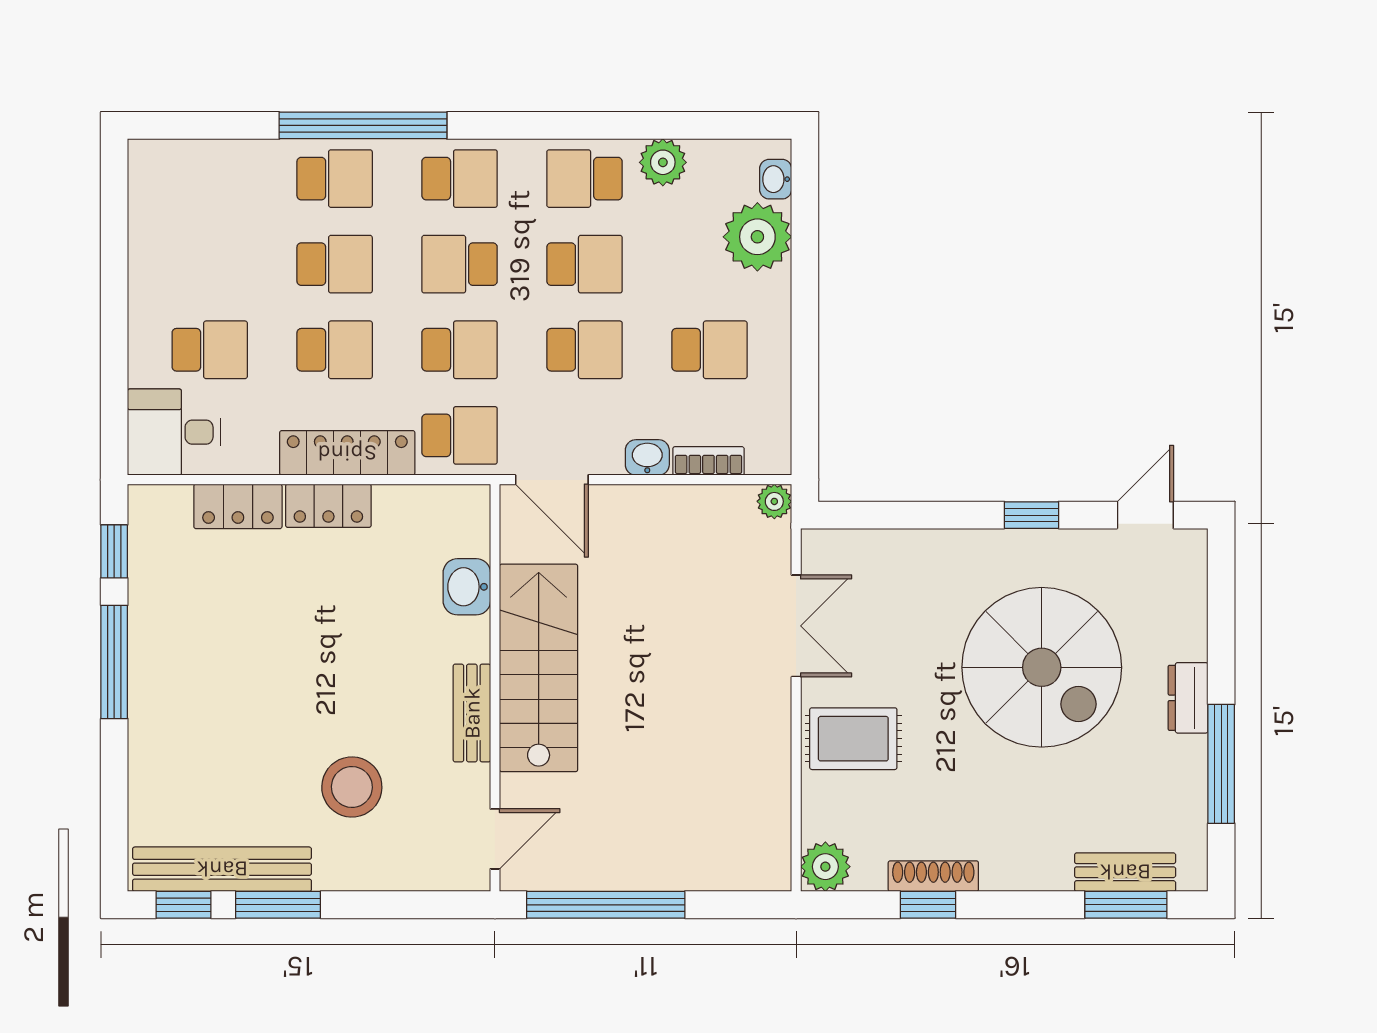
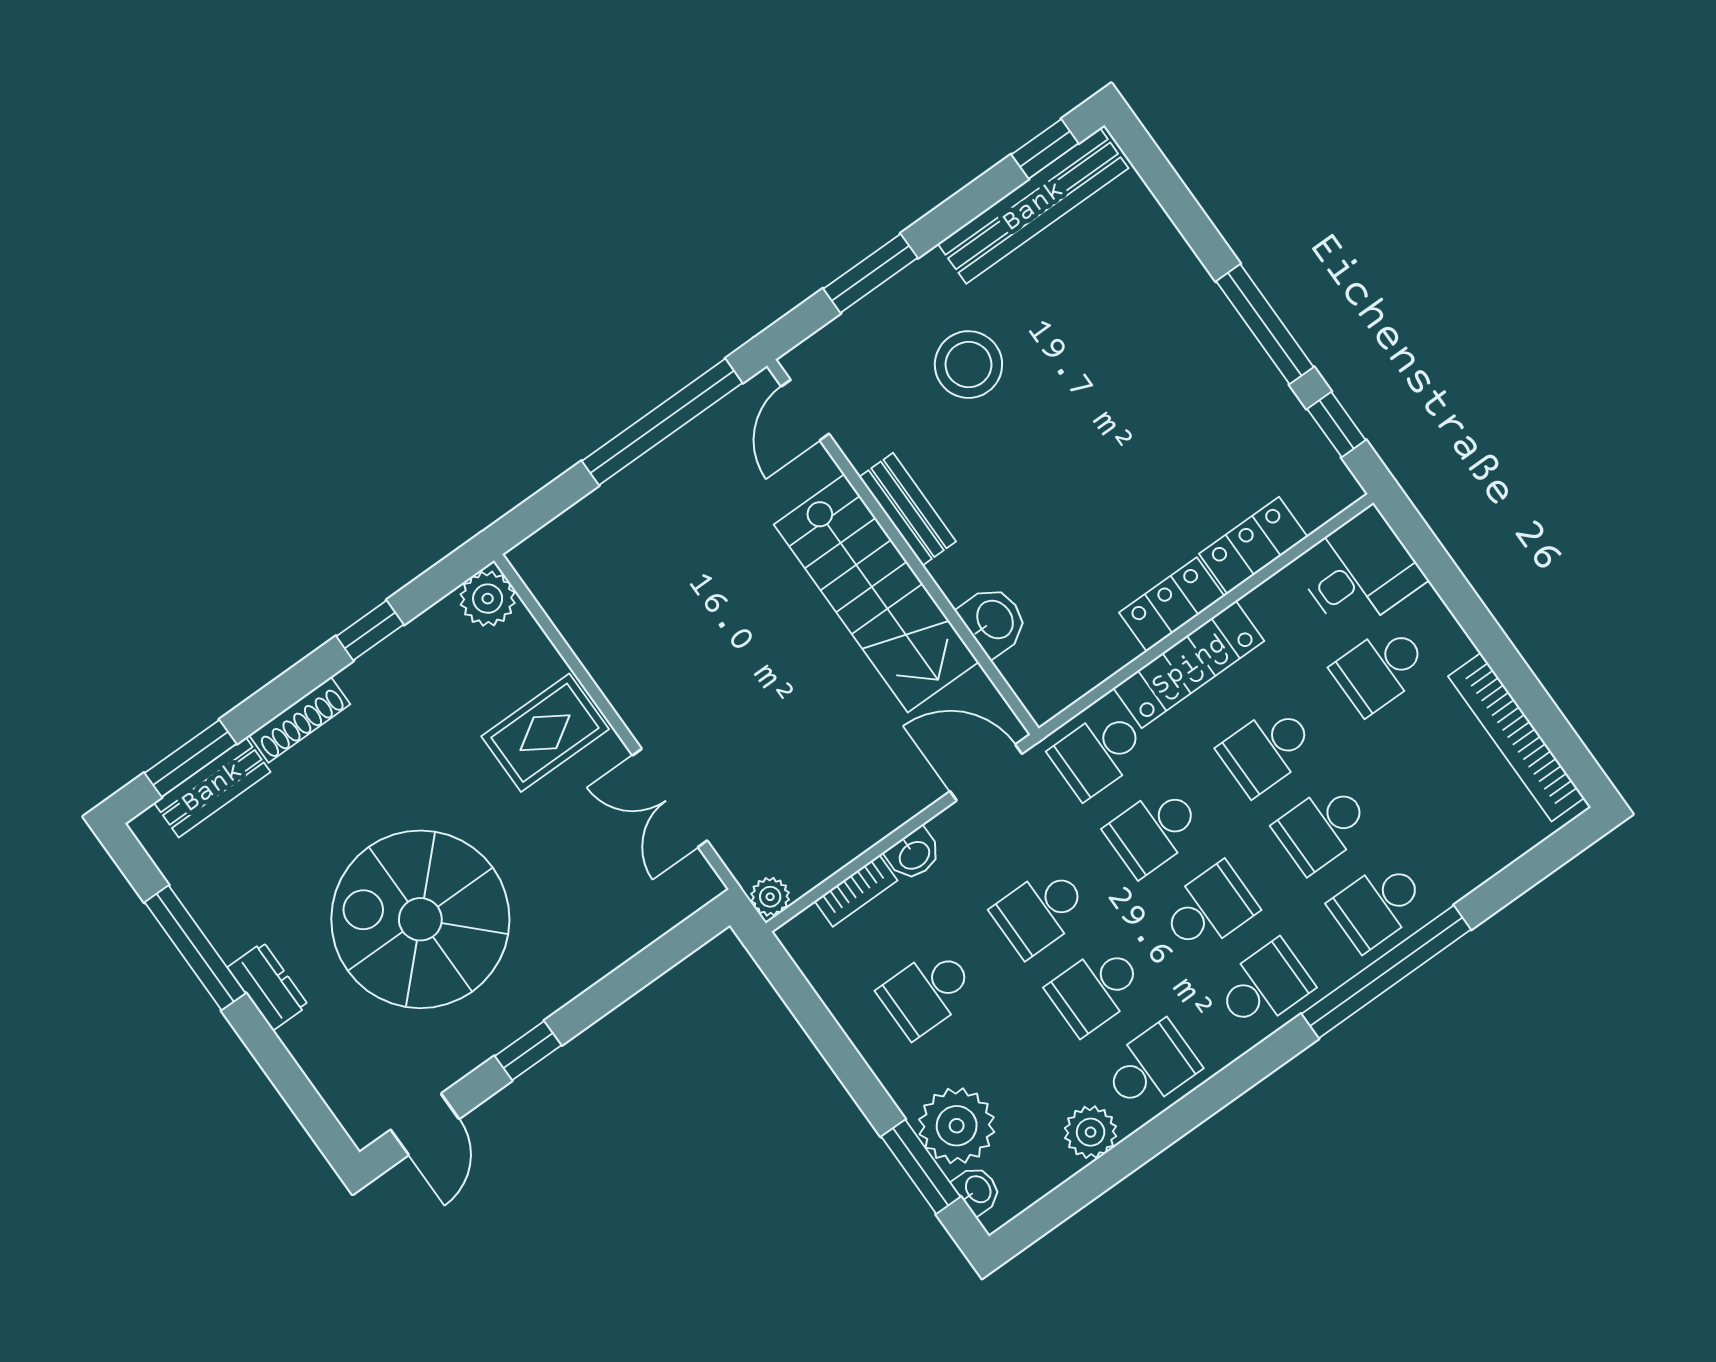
school desk: (460, 179) -> (1264, 986), turned 180
window: (805, 226) -> (921, 1167), added
bookcase: (146, 229) -> (1516, 737), added
shoe rack: (933, 876) -> (300, 720), moved
window: (278, 905) -> (871, 273), moved

